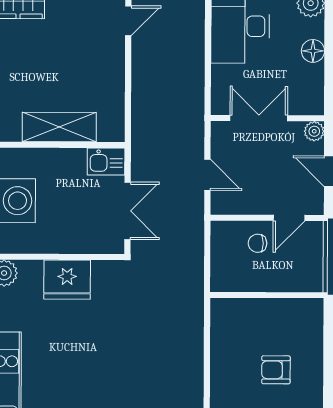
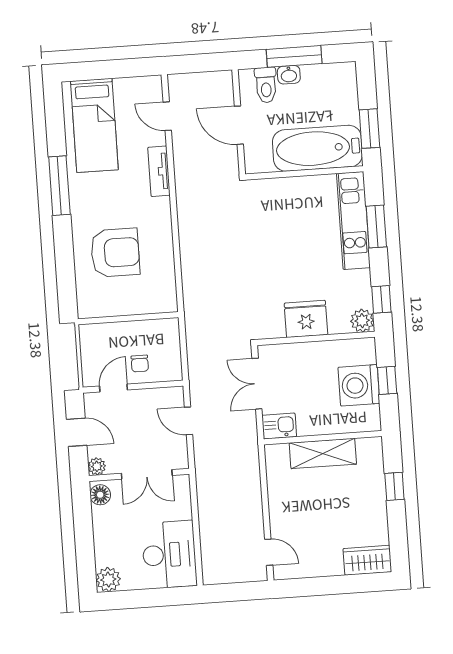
door: (128, 21) -> (269, 552), swing flipped
floor lamp: (313, 51) -> (100, 495), moved
chair: (258, 243) -> (140, 363), turned 90
armchair: (276, 370) -> (115, 253), width x1.88, depth x1.88

